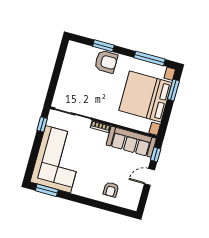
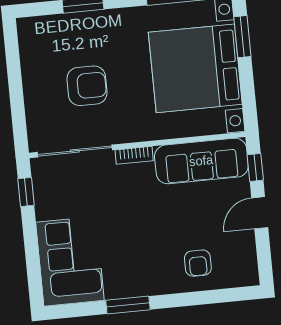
armchair: (106, 62) -> (87, 86), moved
corner sofa: (58, 159) -> (70, 261), width x0.73, depth x0.74
window: (47, 190) -> (128, 305), moved

